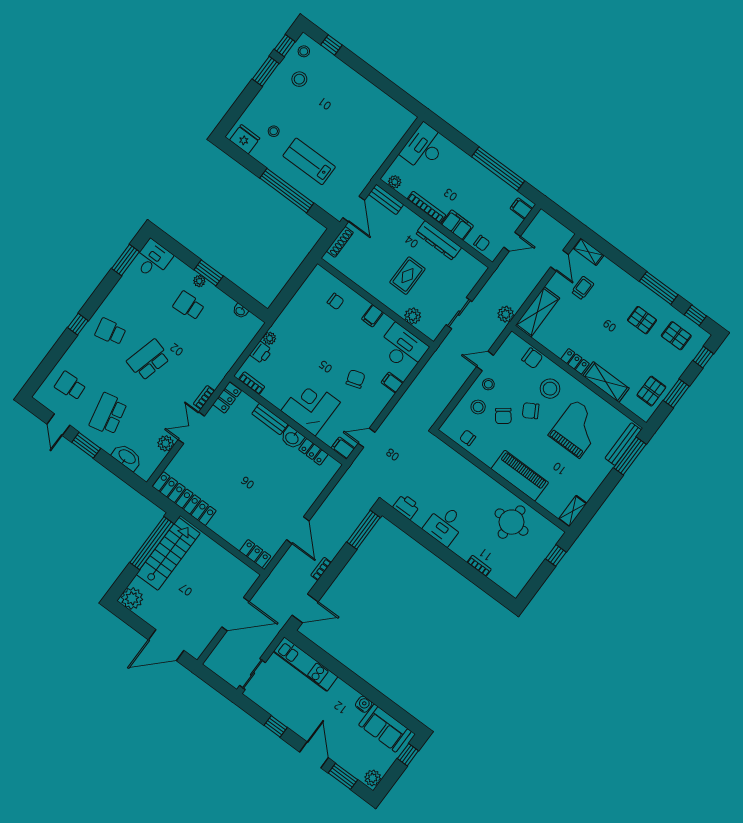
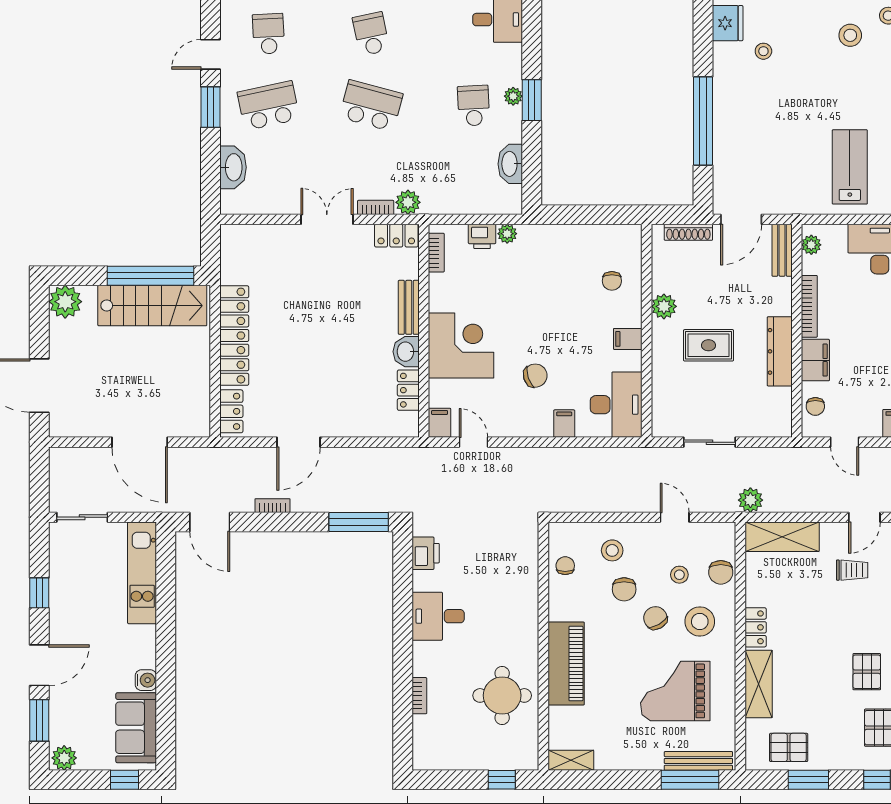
lab bench: (309, 161) -> (850, 167), moved
washbasin: (240, 311) -> (510, 164), width x1.91, depth x1.45
plant: (413, 316) -> (664, 306), moved
stool: (488, 384) -> (679, 575), moved
chair: (503, 416) -> (624, 589), turned -53
grand piano: (577, 429) -> (675, 691), turned 180
plant: (166, 443) -> (408, 202), moved
locker: (184, 499) -> (234, 336), moved

